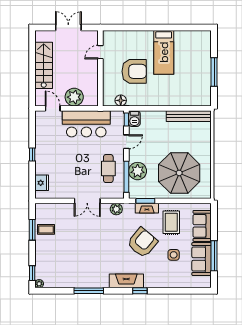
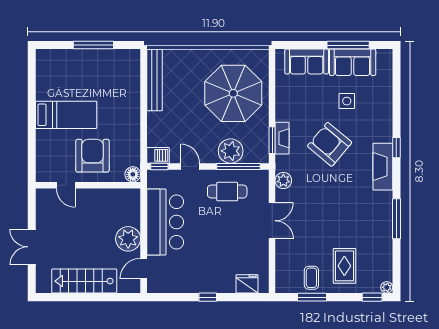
door: (100, 52) -> (66, 185), moved
wall: (100, 68) -> (88, 185), moved
rug: (171, 222) -> (344, 266), moved, turned 90

